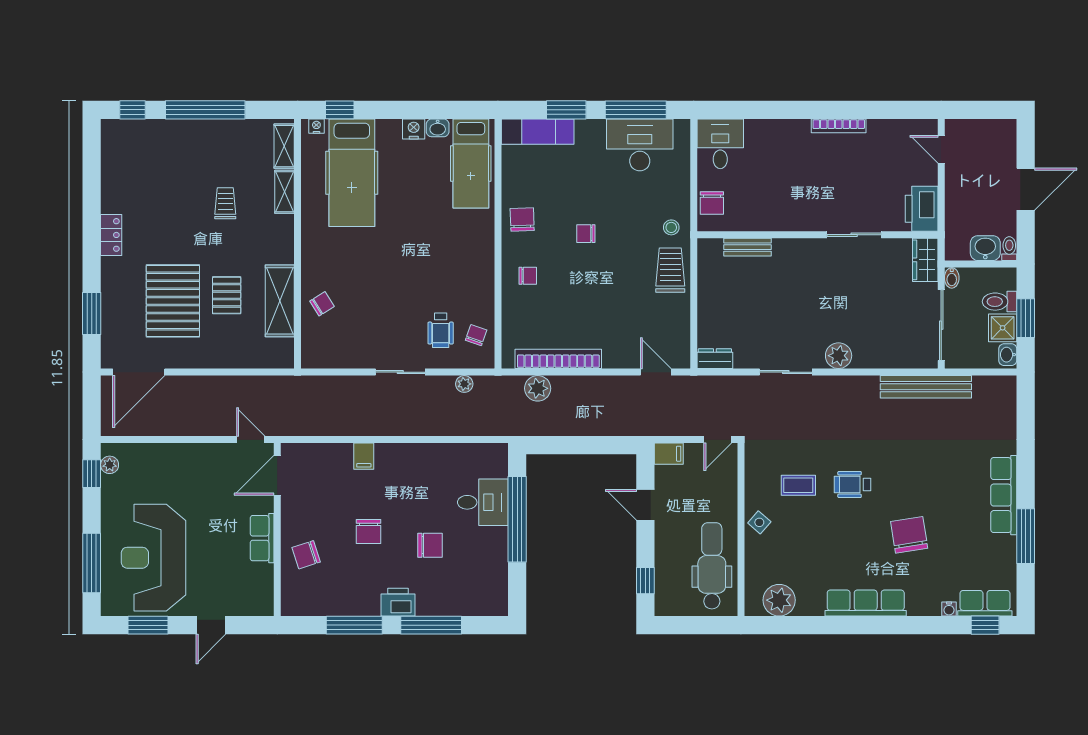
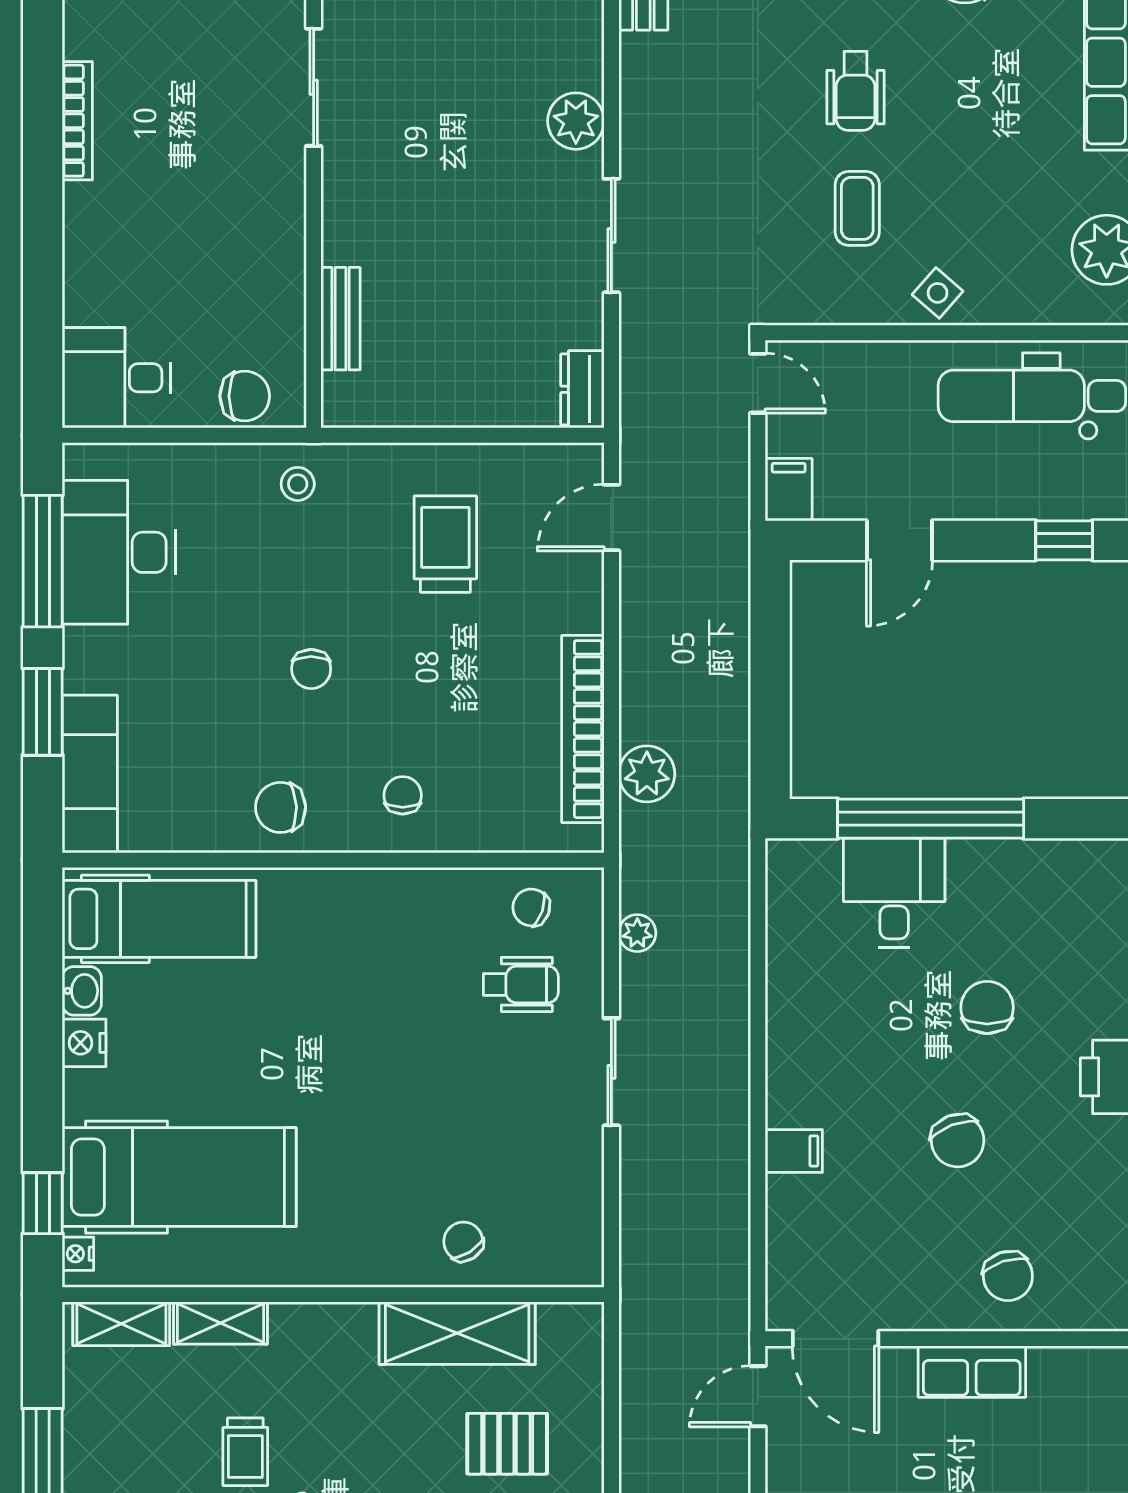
trolley: (225, 203) -> (245, 1452), turned -90
trolley: (670, 270) -> (445, 544), moved, turned 90
pallet: (227, 295) -> (507, 1444), moved
chair: (369, 532) -> (958, 1141), turned 69

